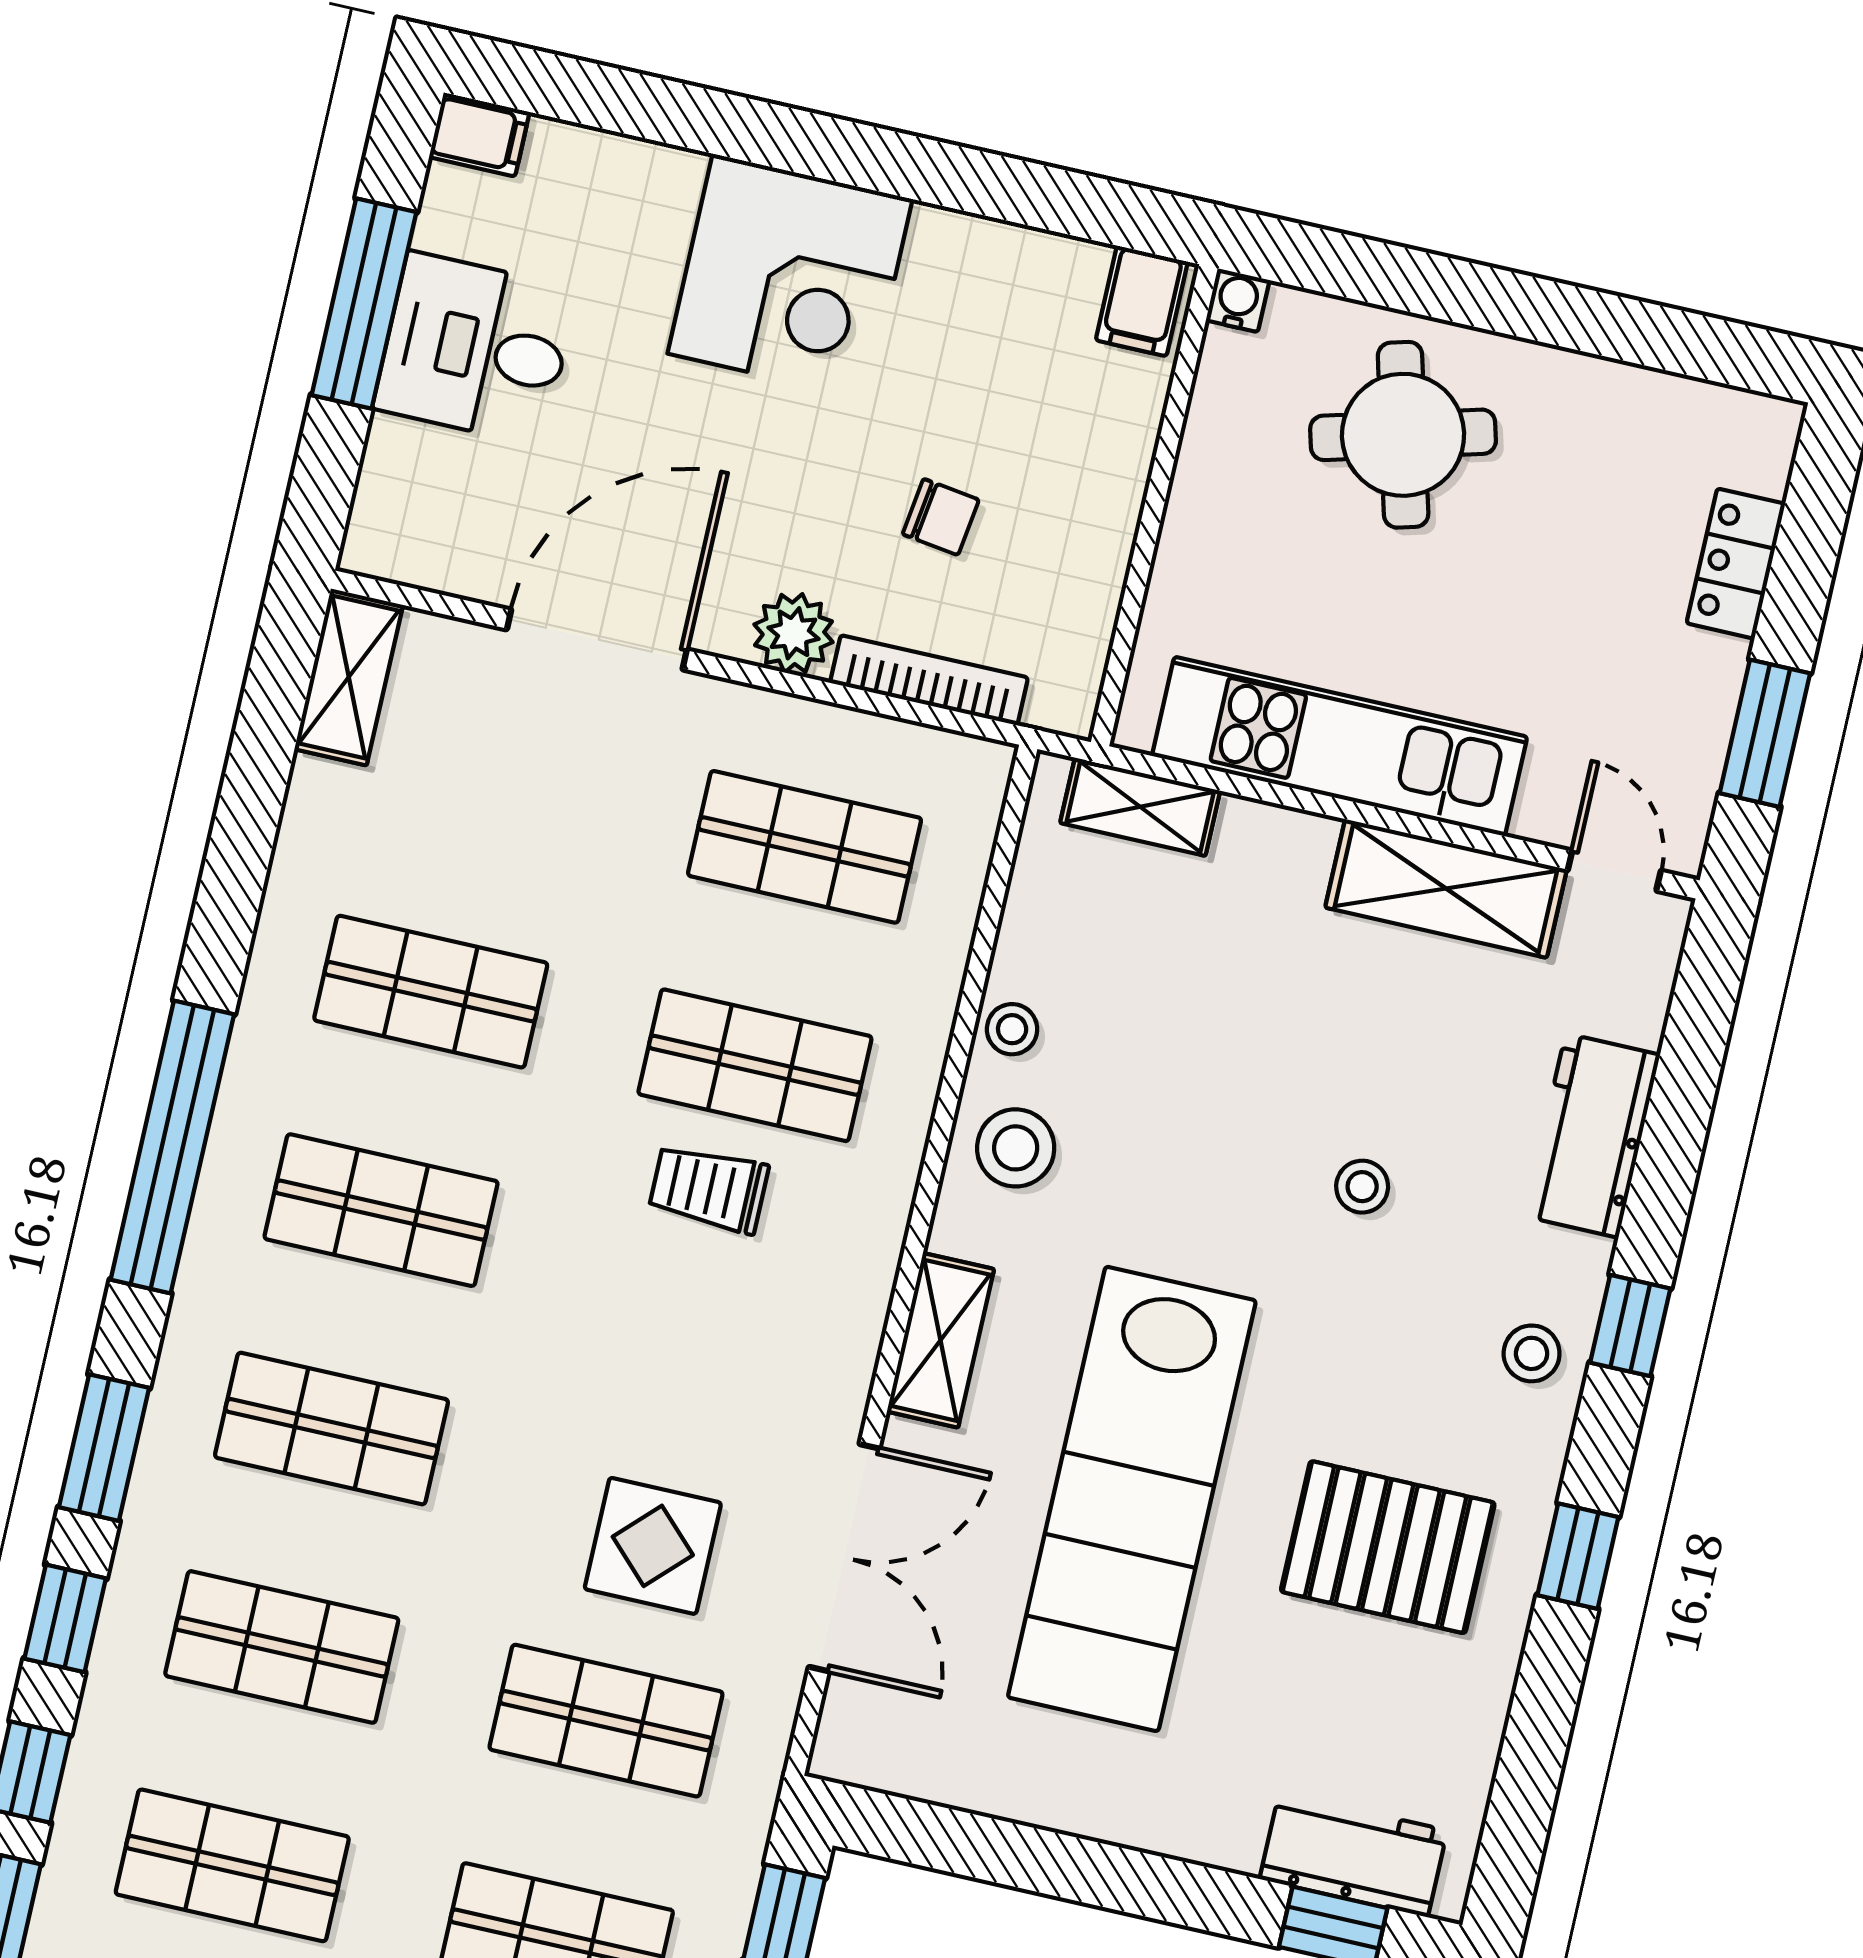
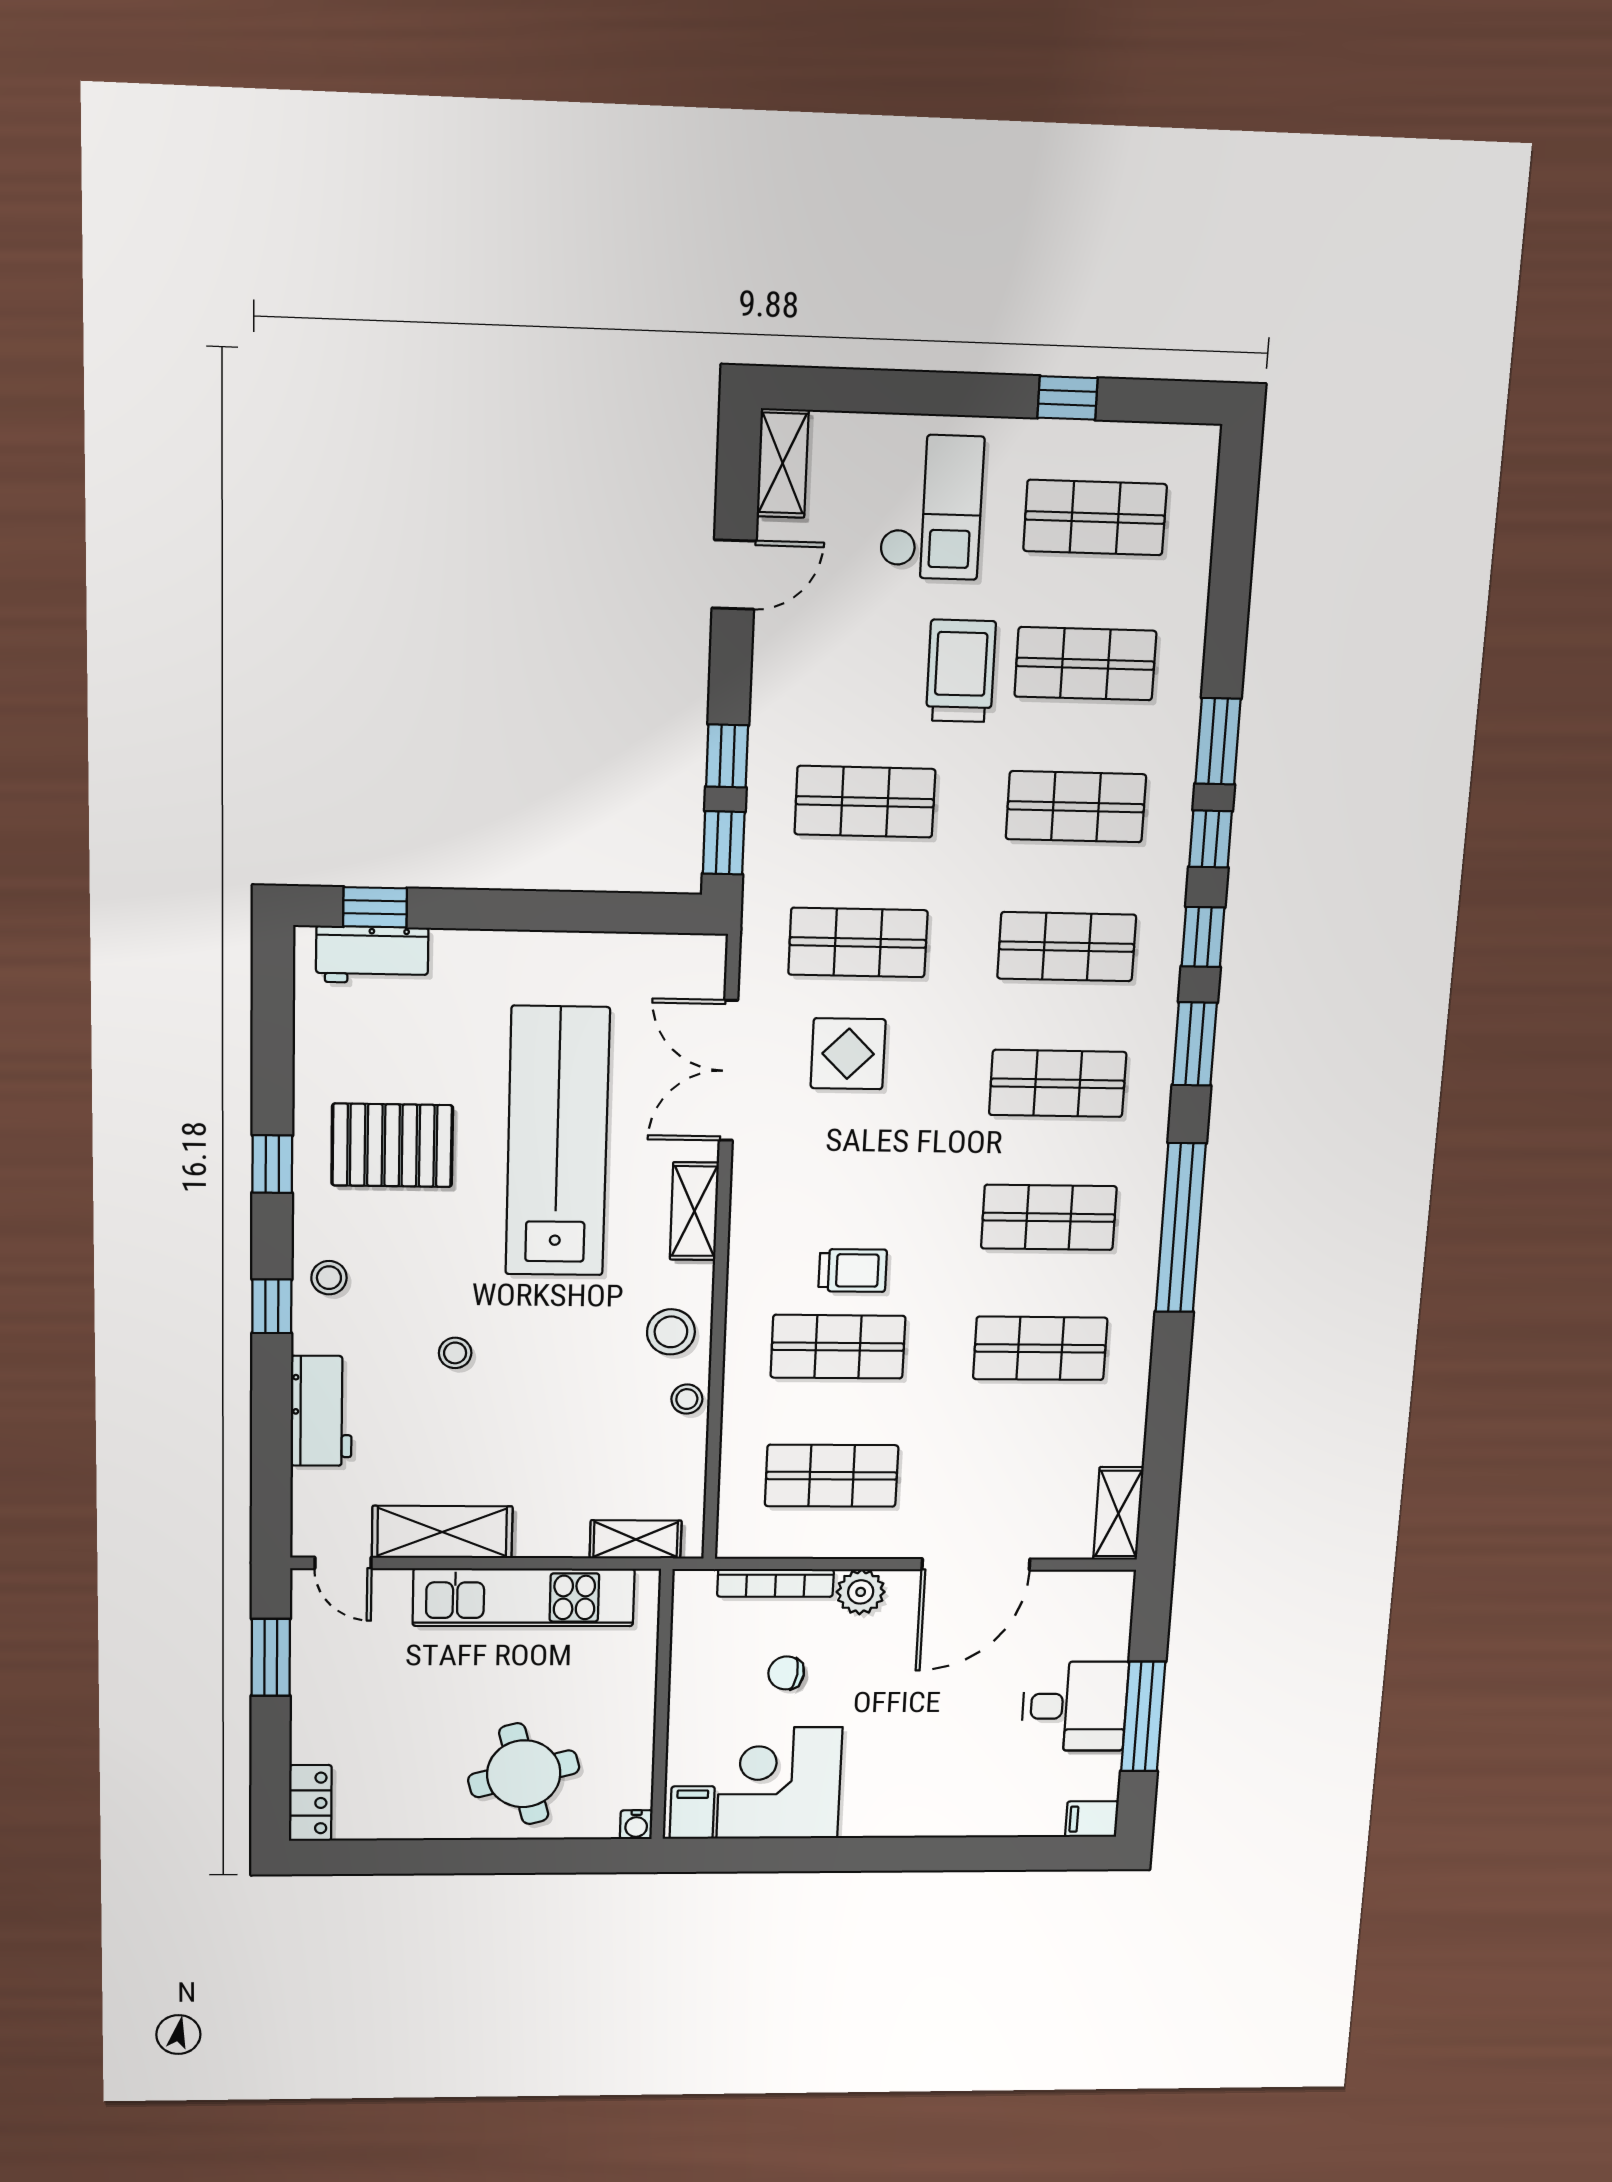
corner desk: (790, 276) -> (779, 1783), moved
locker: (1736, 564) -> (310, 1803), moved

